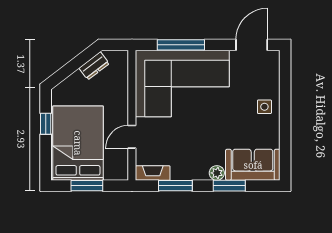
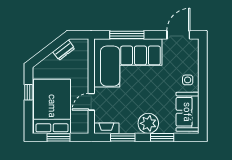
sofa: (253, 165) -> (187, 112), moved, turned -90
plant: (217, 173) -> (148, 123), width x1.88, depth x1.88

